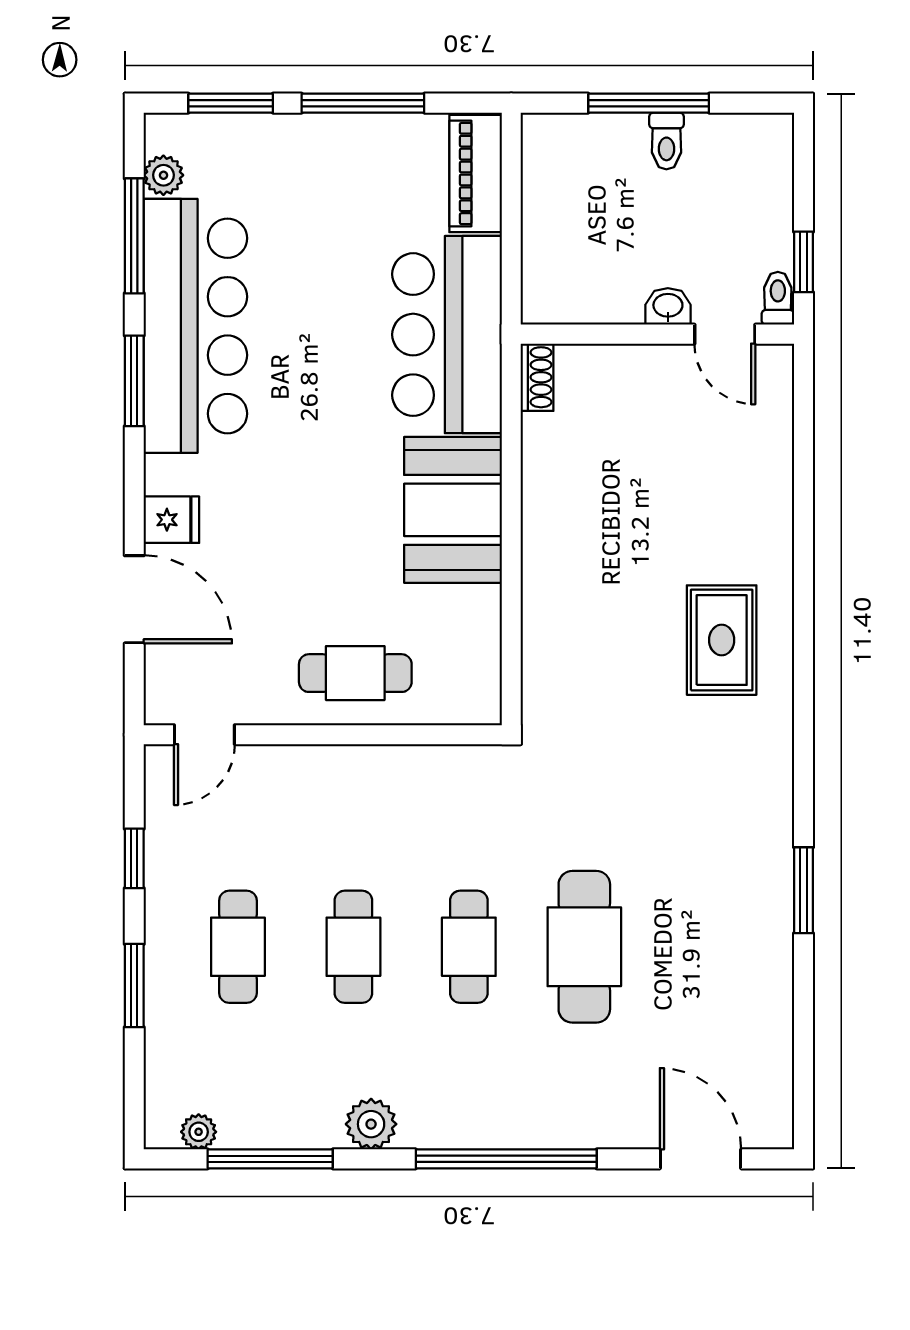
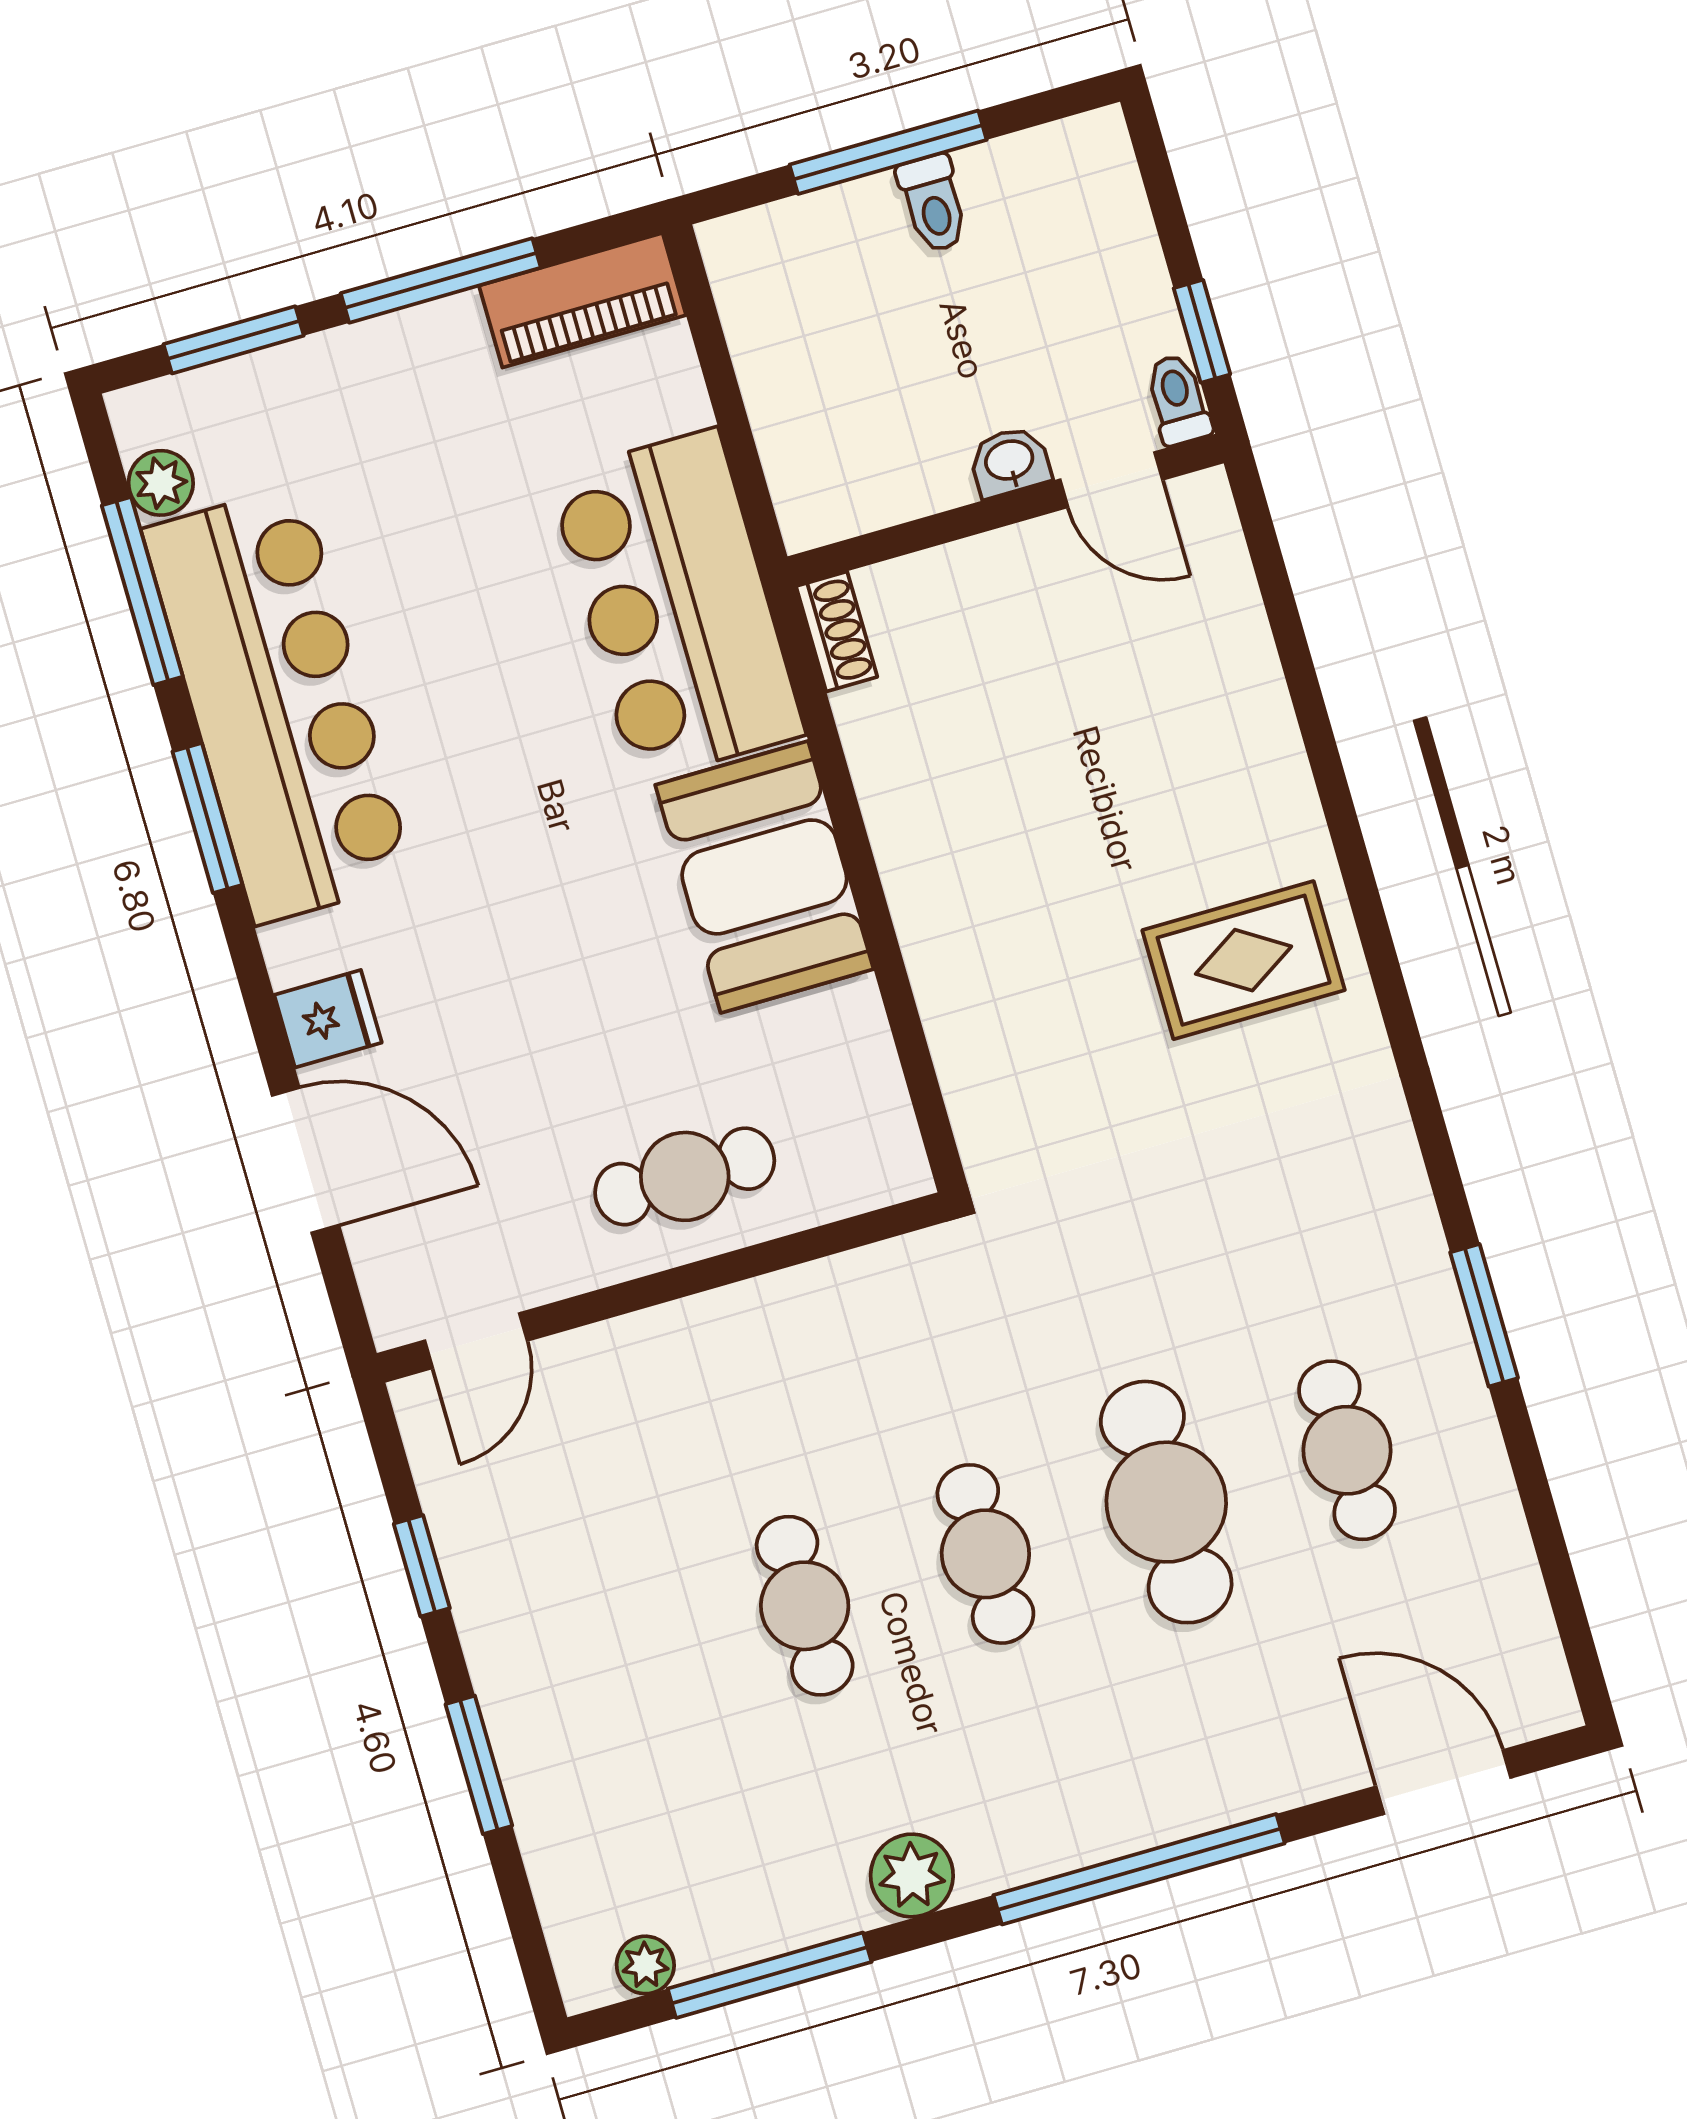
piano: (476, 173) -> (582, 300), moved, turned -90
rug: (722, 640) -> (1244, 960), turned 90
cafe table: (238, 947) -> (1347, 1450), moved

